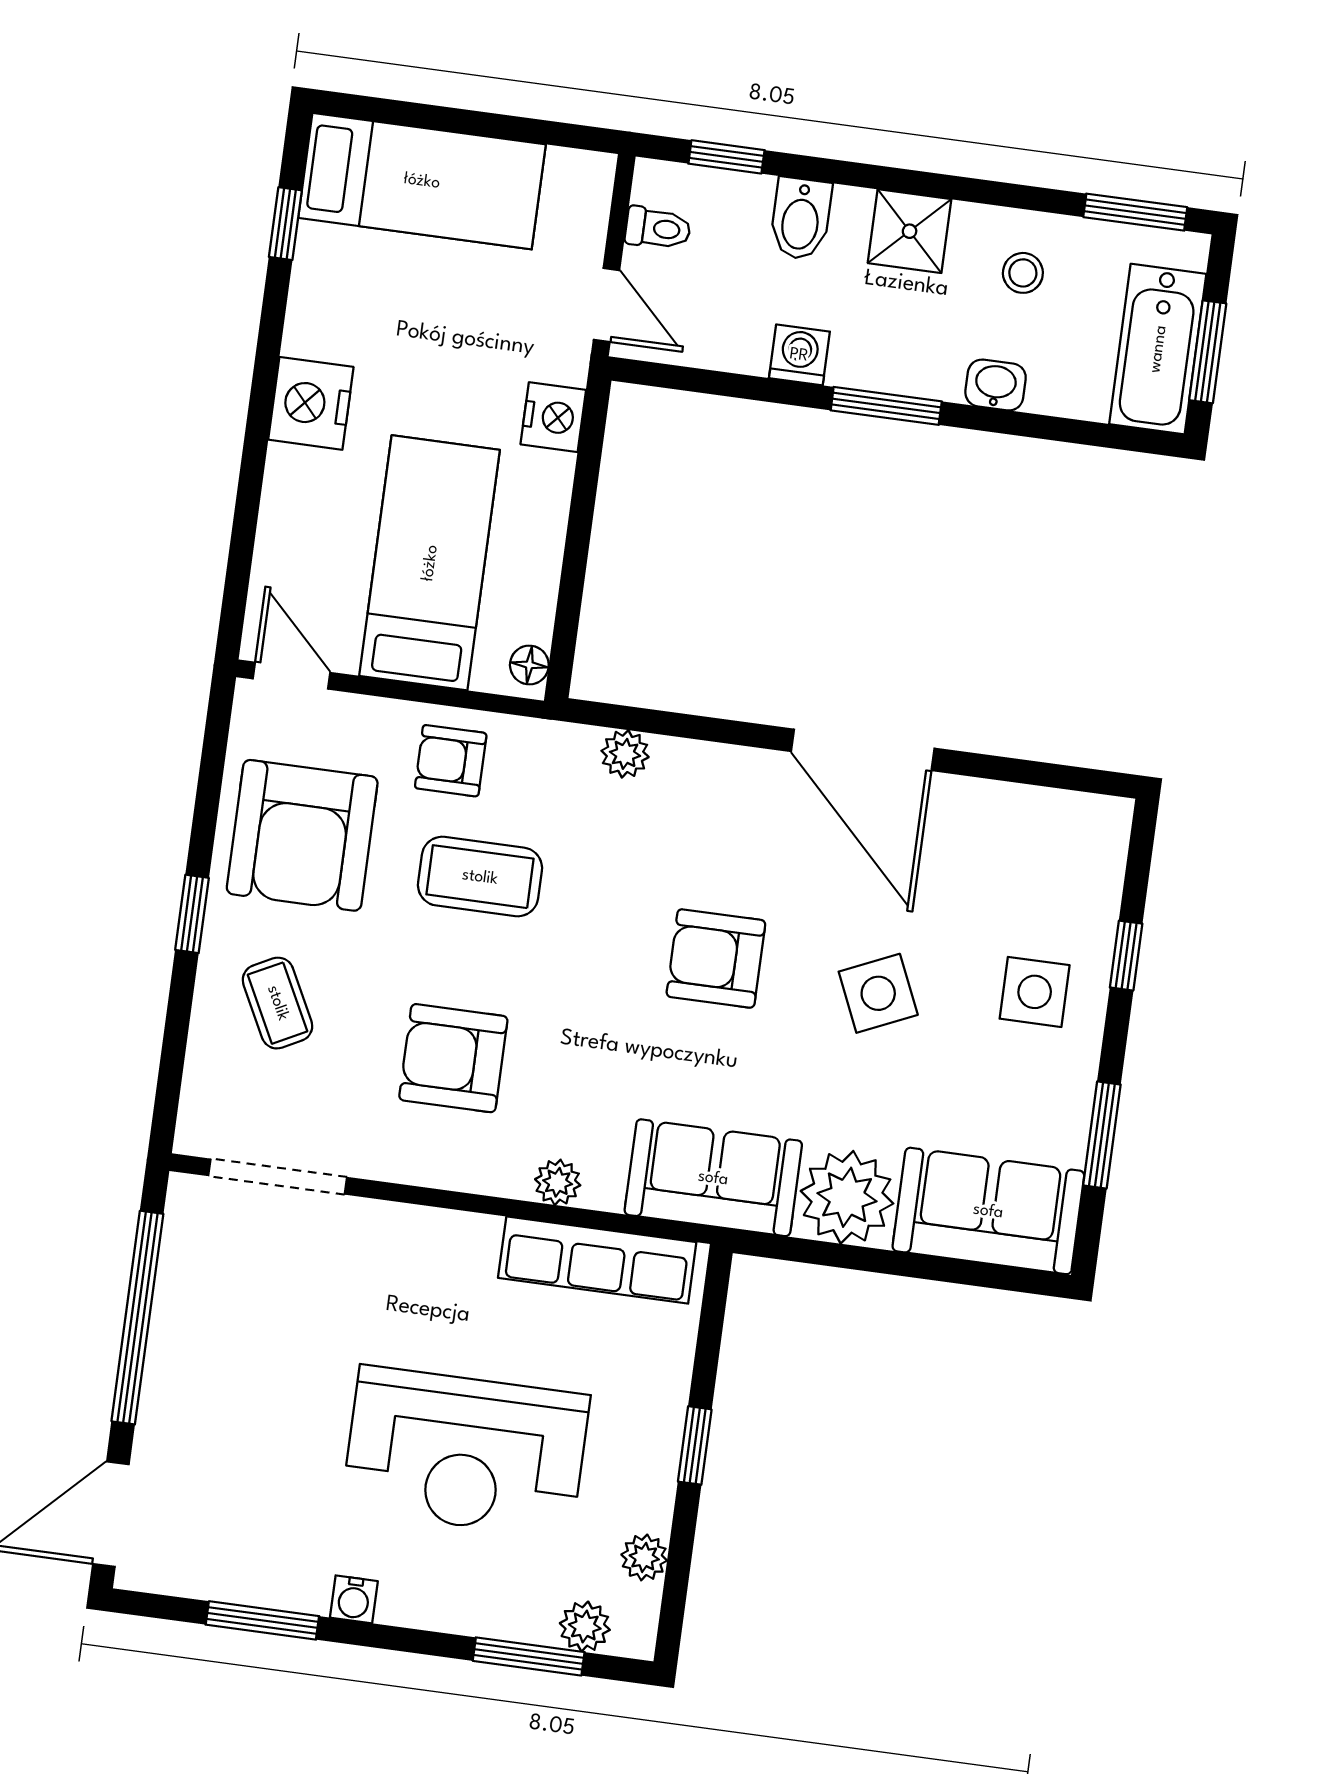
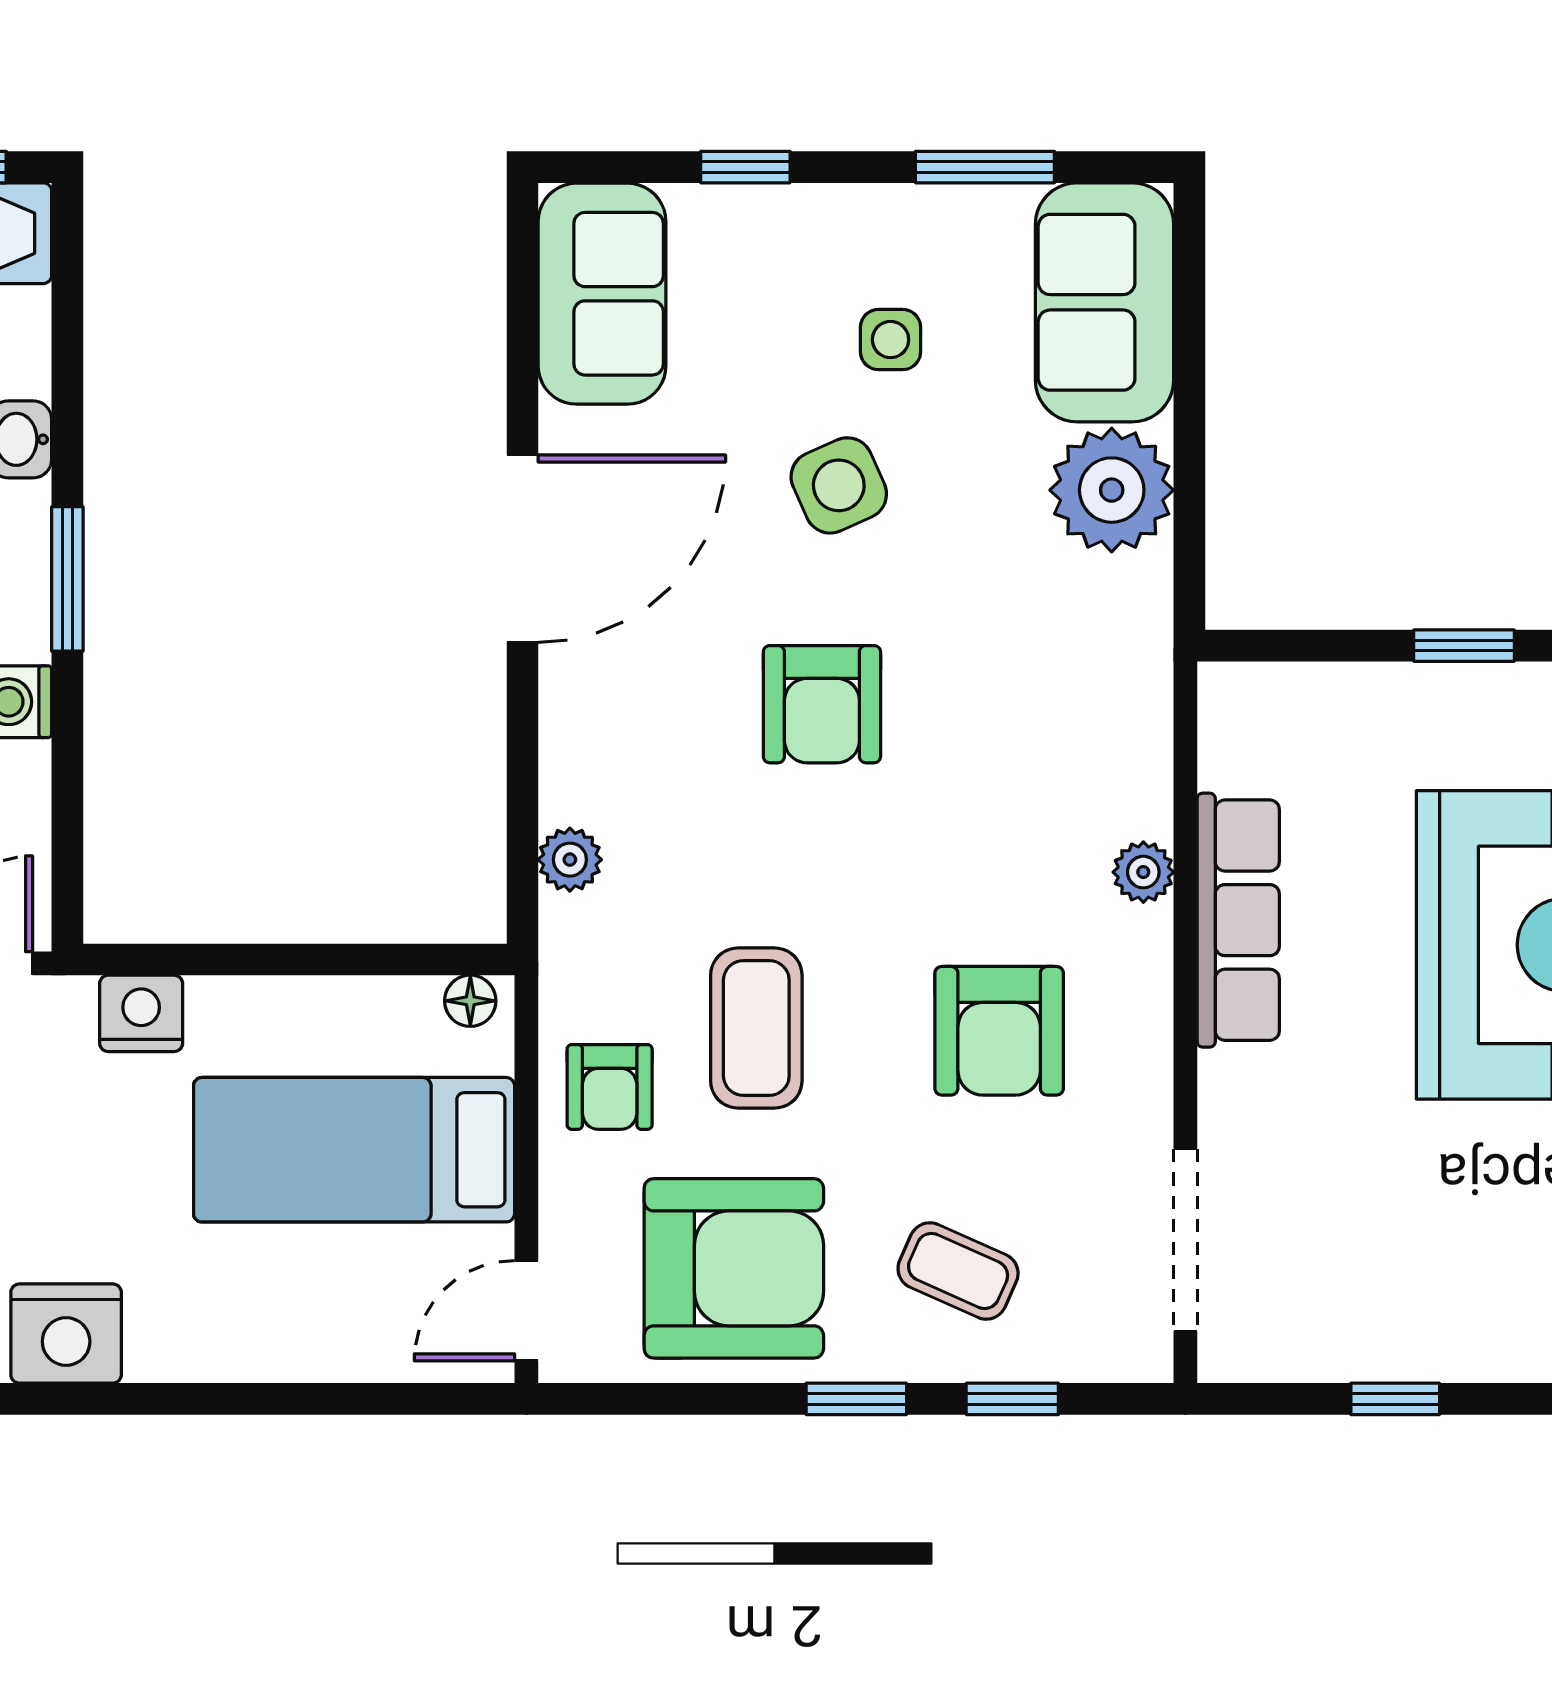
nightstand: (311, 403) -> (66, 1334), moved
side table: (1035, 992) -> (891, 340), moved, width x0.73, depth x0.73
coffee table: (278, 1003) -> (958, 1271), turned 51
window: (176, 1031) -> (1012, 1399), added
sofa: (713, 1178) -> (602, 294), moved, turned 180
row of seats: (597, 1260) -> (1238, 920), moved
window: (137, 1318) -> (1395, 1399), width x0.32

